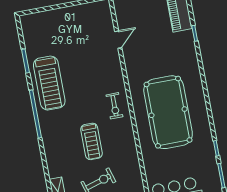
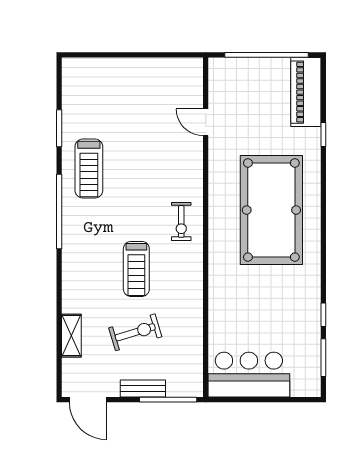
door: (118, 40) -> (206, 122), swing flipped
treadmill: (49, 83) -> (89, 168), width x0.73, depth x0.73
pool table: (168, 112) -> (271, 210), moved

